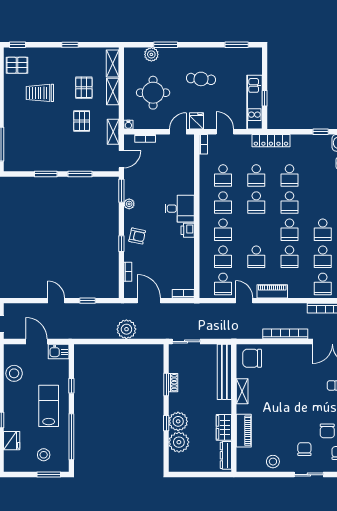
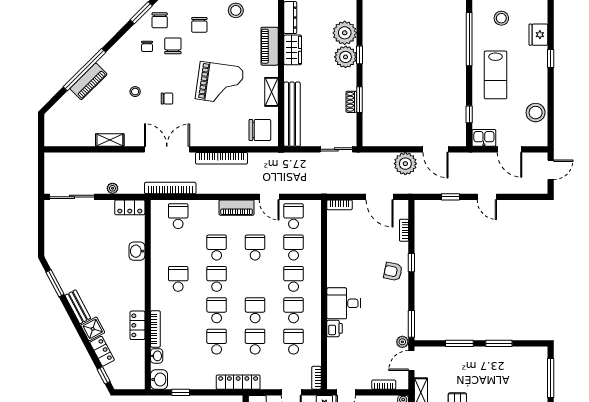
plant: (129, 204) -> (402, 342), moved
printer: (188, 230) -> (335, 328), moved
school desk: (323, 257) -> (178, 247), removed
door: (100, 342) -> (436, 149), added
window: (71, 386) -> (469, 114), moved
grand piano: (287, 399) -> (220, 83), added

